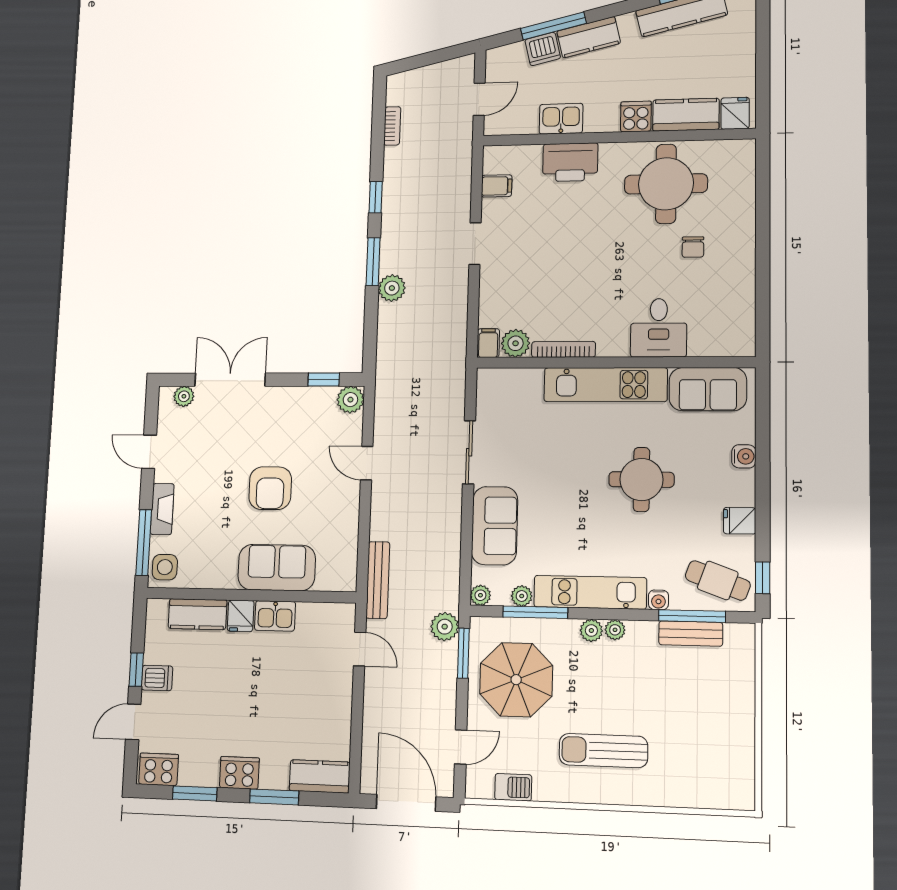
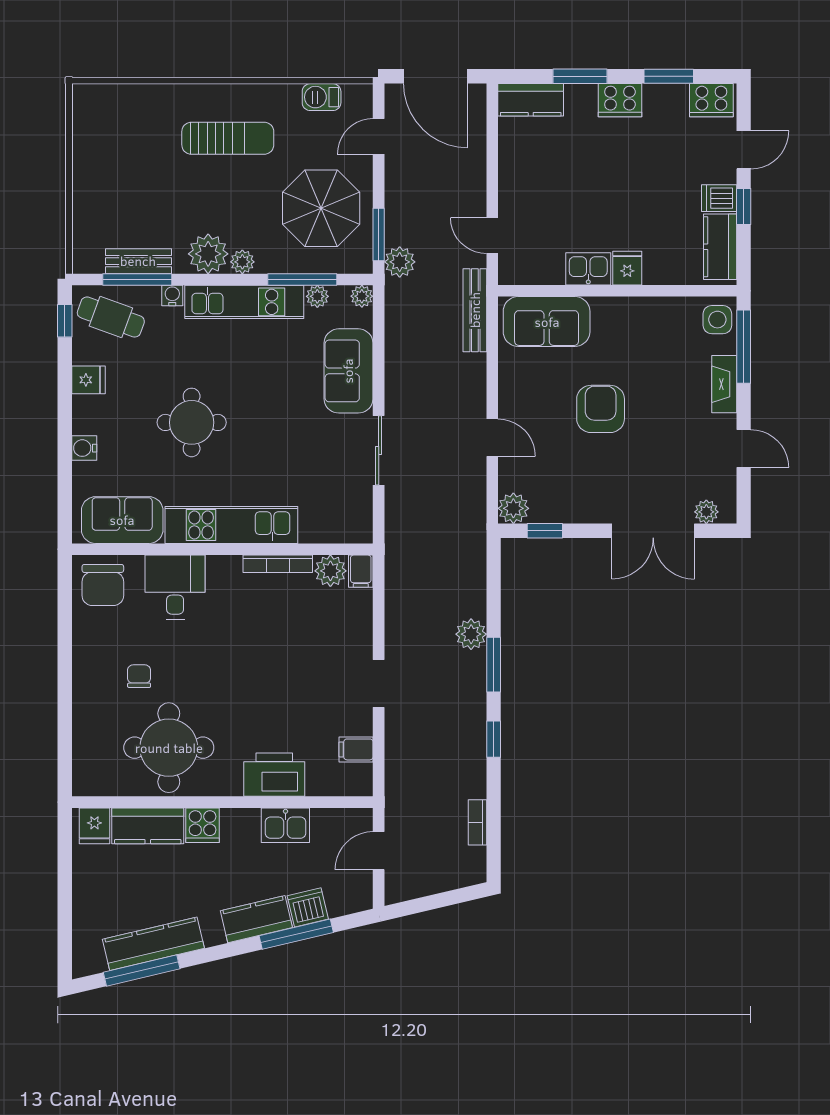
chair: (726, 329) -> (103, 585), added
sofa: (277, 568) -> (547, 322), moved
kitchen counter: (198, 614) -> (720, 247), moved, turned -90
plant: (615, 630) -> (208, 254), width x1.88, depth x1.88

